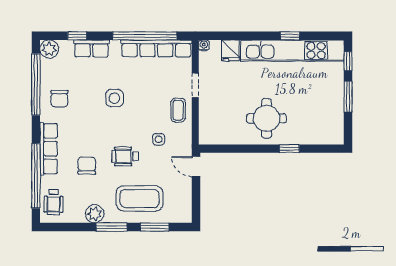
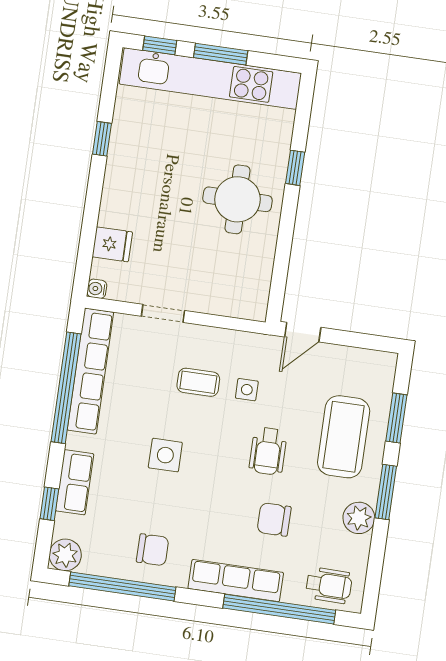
kitchen unit: (292, 51) -> (210, 79), moved, turned 90
coffee table: (178, 110) -> (198, 382), moved

